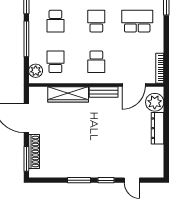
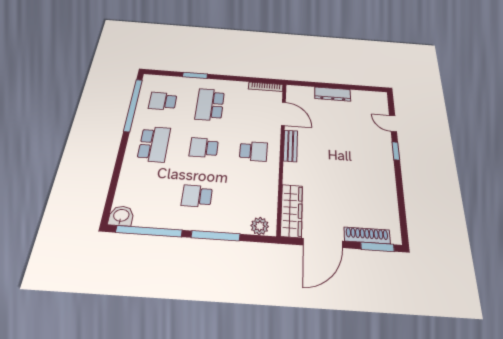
school desk: (55, 21) -> (197, 196), turned 180
school desk: (55, 62) -> (250, 200), removed
wardrobe: (68, 94) -> (292, 211), moved
plant: (155, 102) -> (304, 94), removed
window: (79, 180) -> (399, 182), removed
door: (132, 180) -> (393, 124), swing flipped

